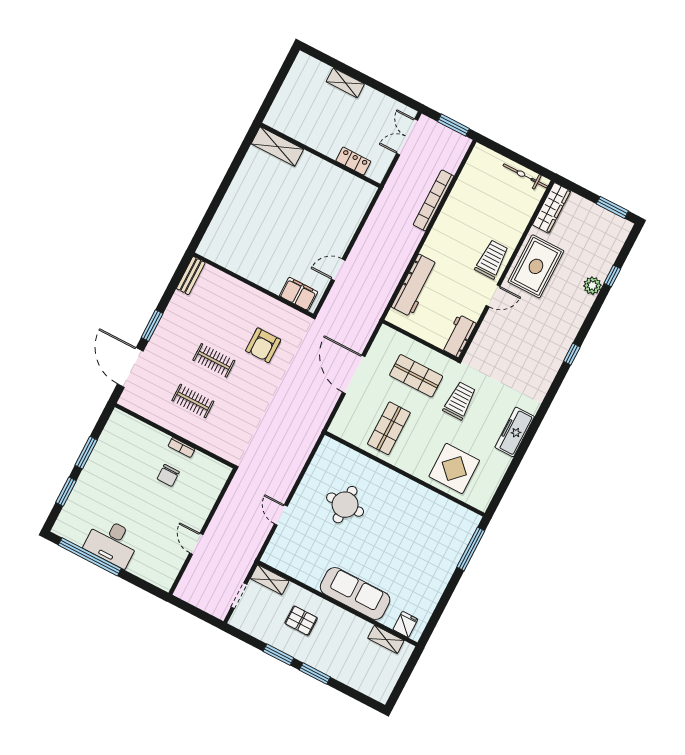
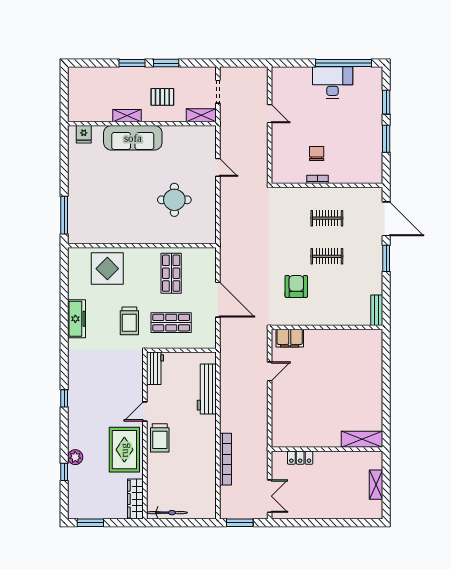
shelving: (345, 83) -> (376, 485), moved, turned 90
shelving: (386, 639) -> (127, 116), moved

